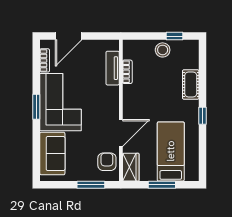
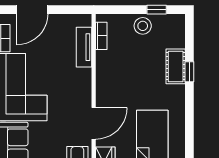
bookcase: (127, 72) -> (101, 36), moved
window: (202, 116) -> (189, 72), moved

